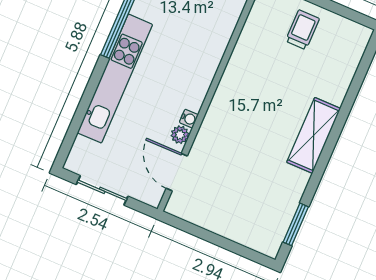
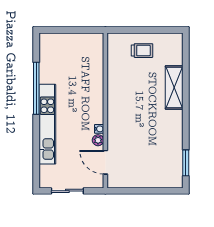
trolley: (302, 30) -> (142, 51), turned 90
shelving: (314, 135) -> (174, 87), moved

